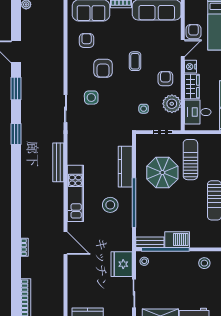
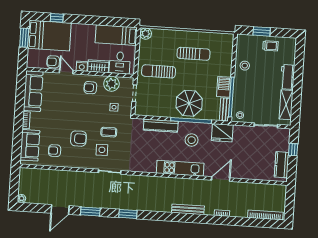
coffee table: (135, 61) -> (109, 132), moved
bench: (58, 162) -> (188, 209), moved
parasol: (162, 173) -> (189, 103), moved
fridge: (122, 264) -> (222, 133), moved

